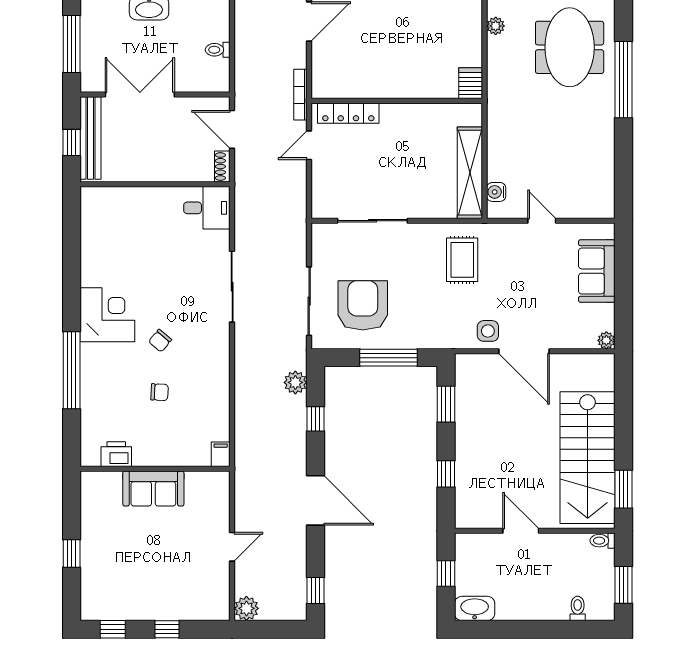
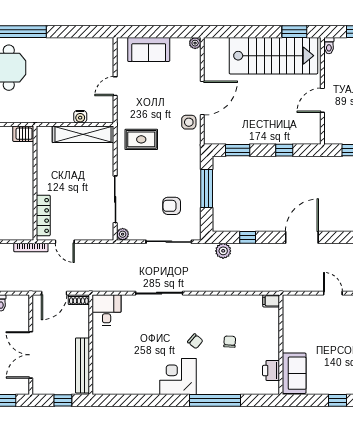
bench: (91, 138) -> (82, 365), moved, turned 90
water cooler: (496, 192) -> (80, 117), moved
plant: (320, 232) -> (123, 234), added
armchair: (363, 305) -> (172, 206), width x0.53, depth x0.53
sofa: (153, 489) -> (294, 373), moved

